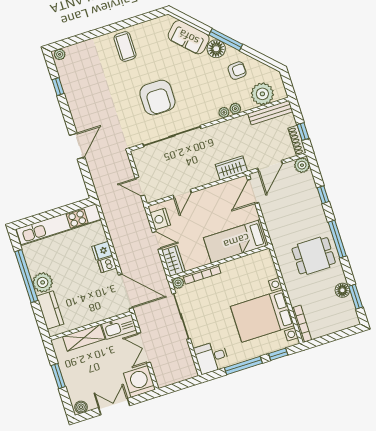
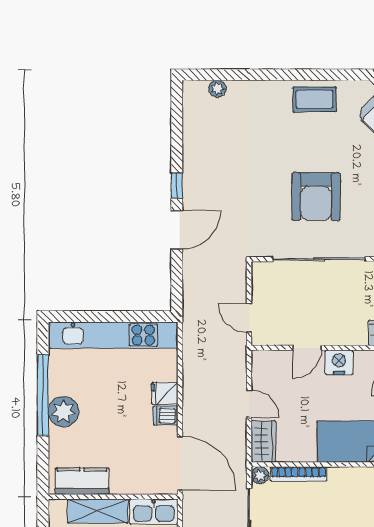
coffee table: (125, 47) -> (315, 99), moved, turned 90
plant: (60, 54) -> (217, 89), moved
window: (58, 87) -> (177, 186), moved
nightstand: (160, 219) -> (339, 362), moved, turned 90
kitchen counter: (50, 310) -> (82, 481), moved, turned -90

